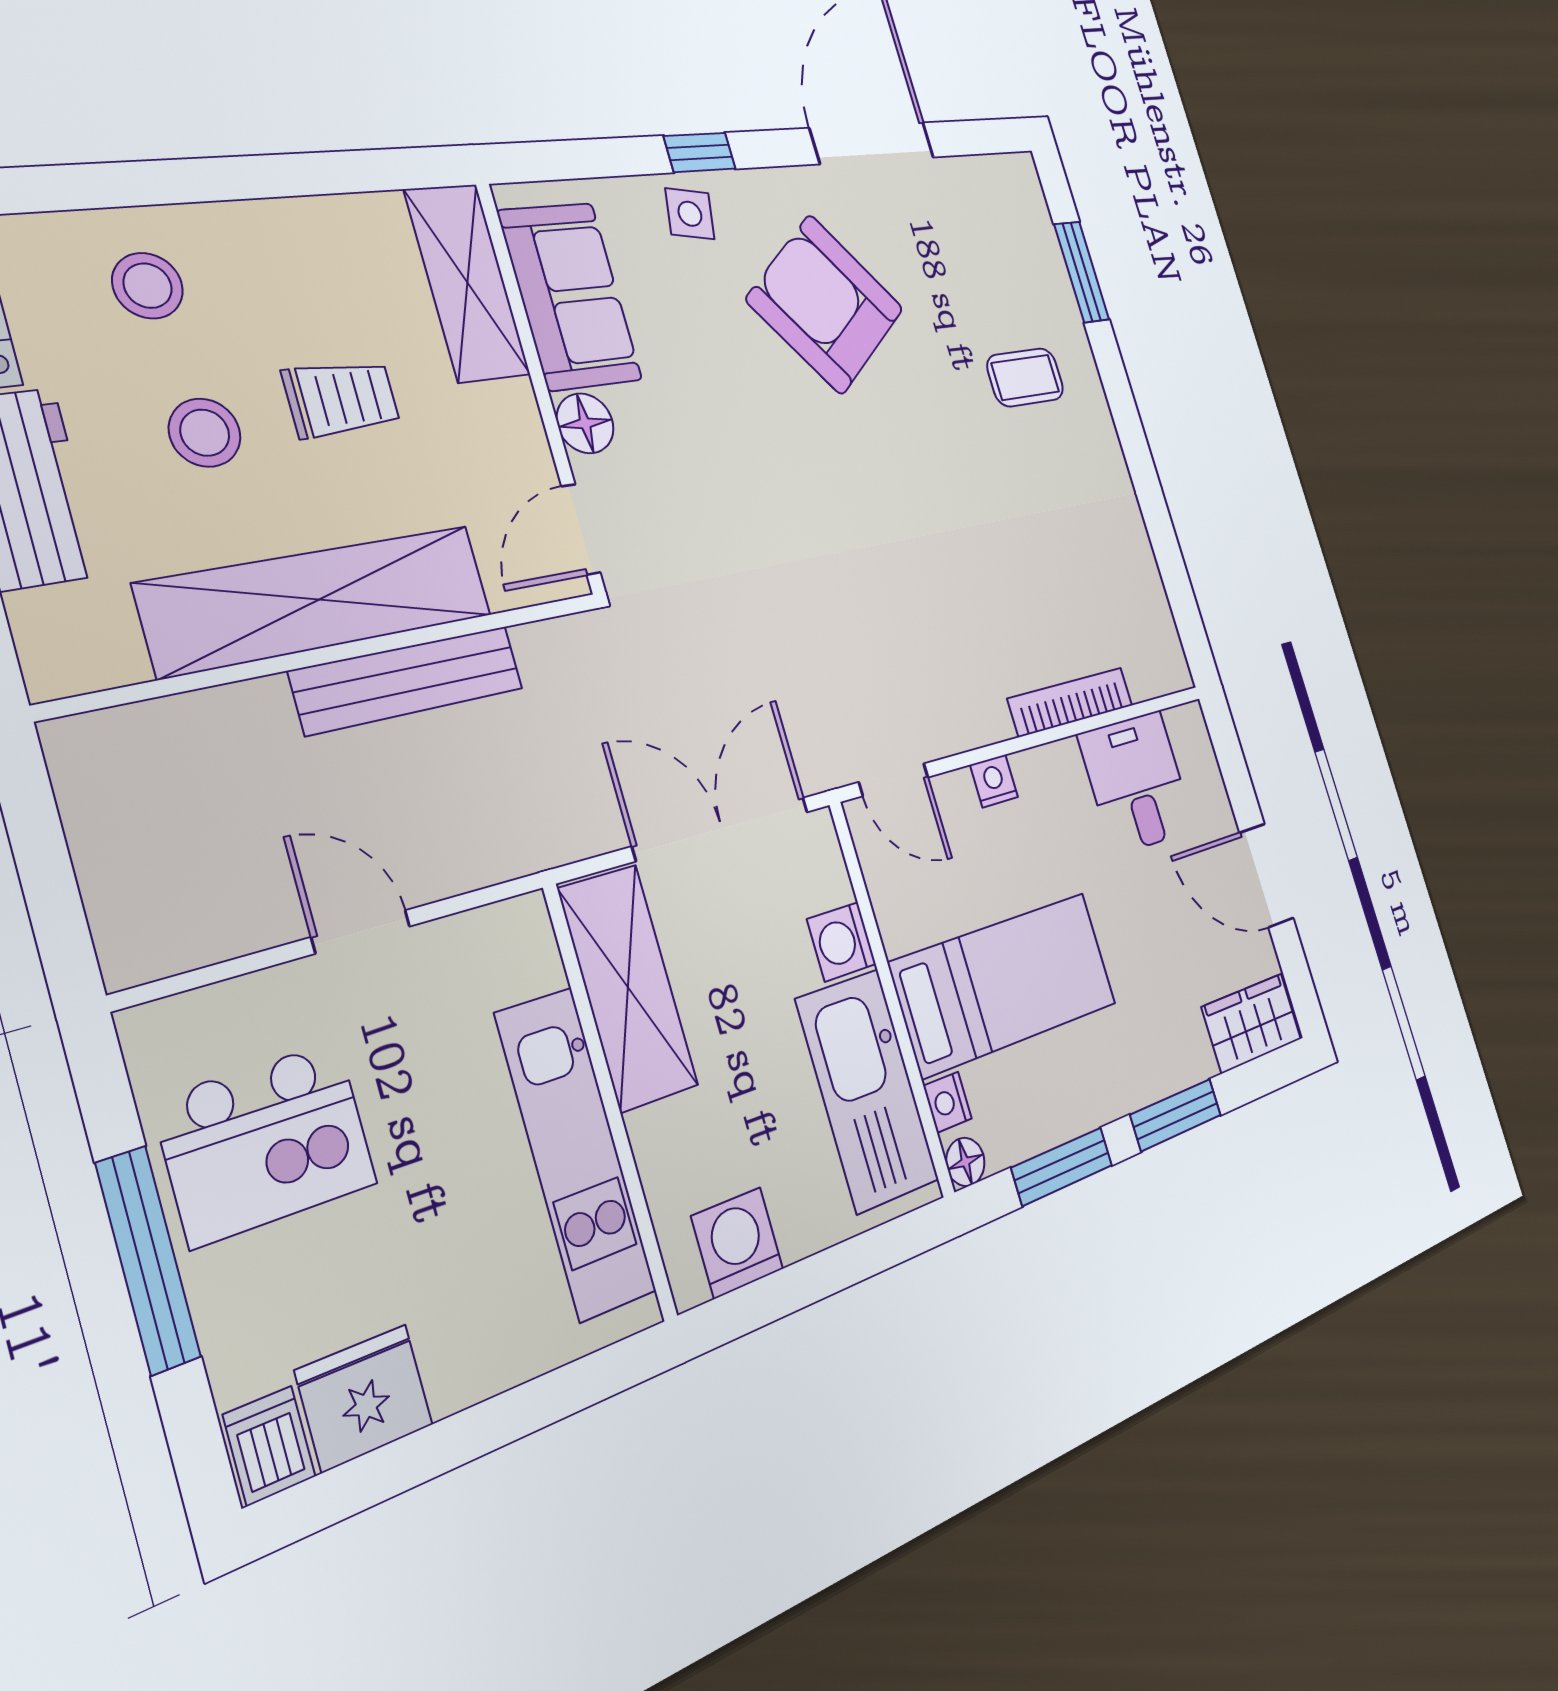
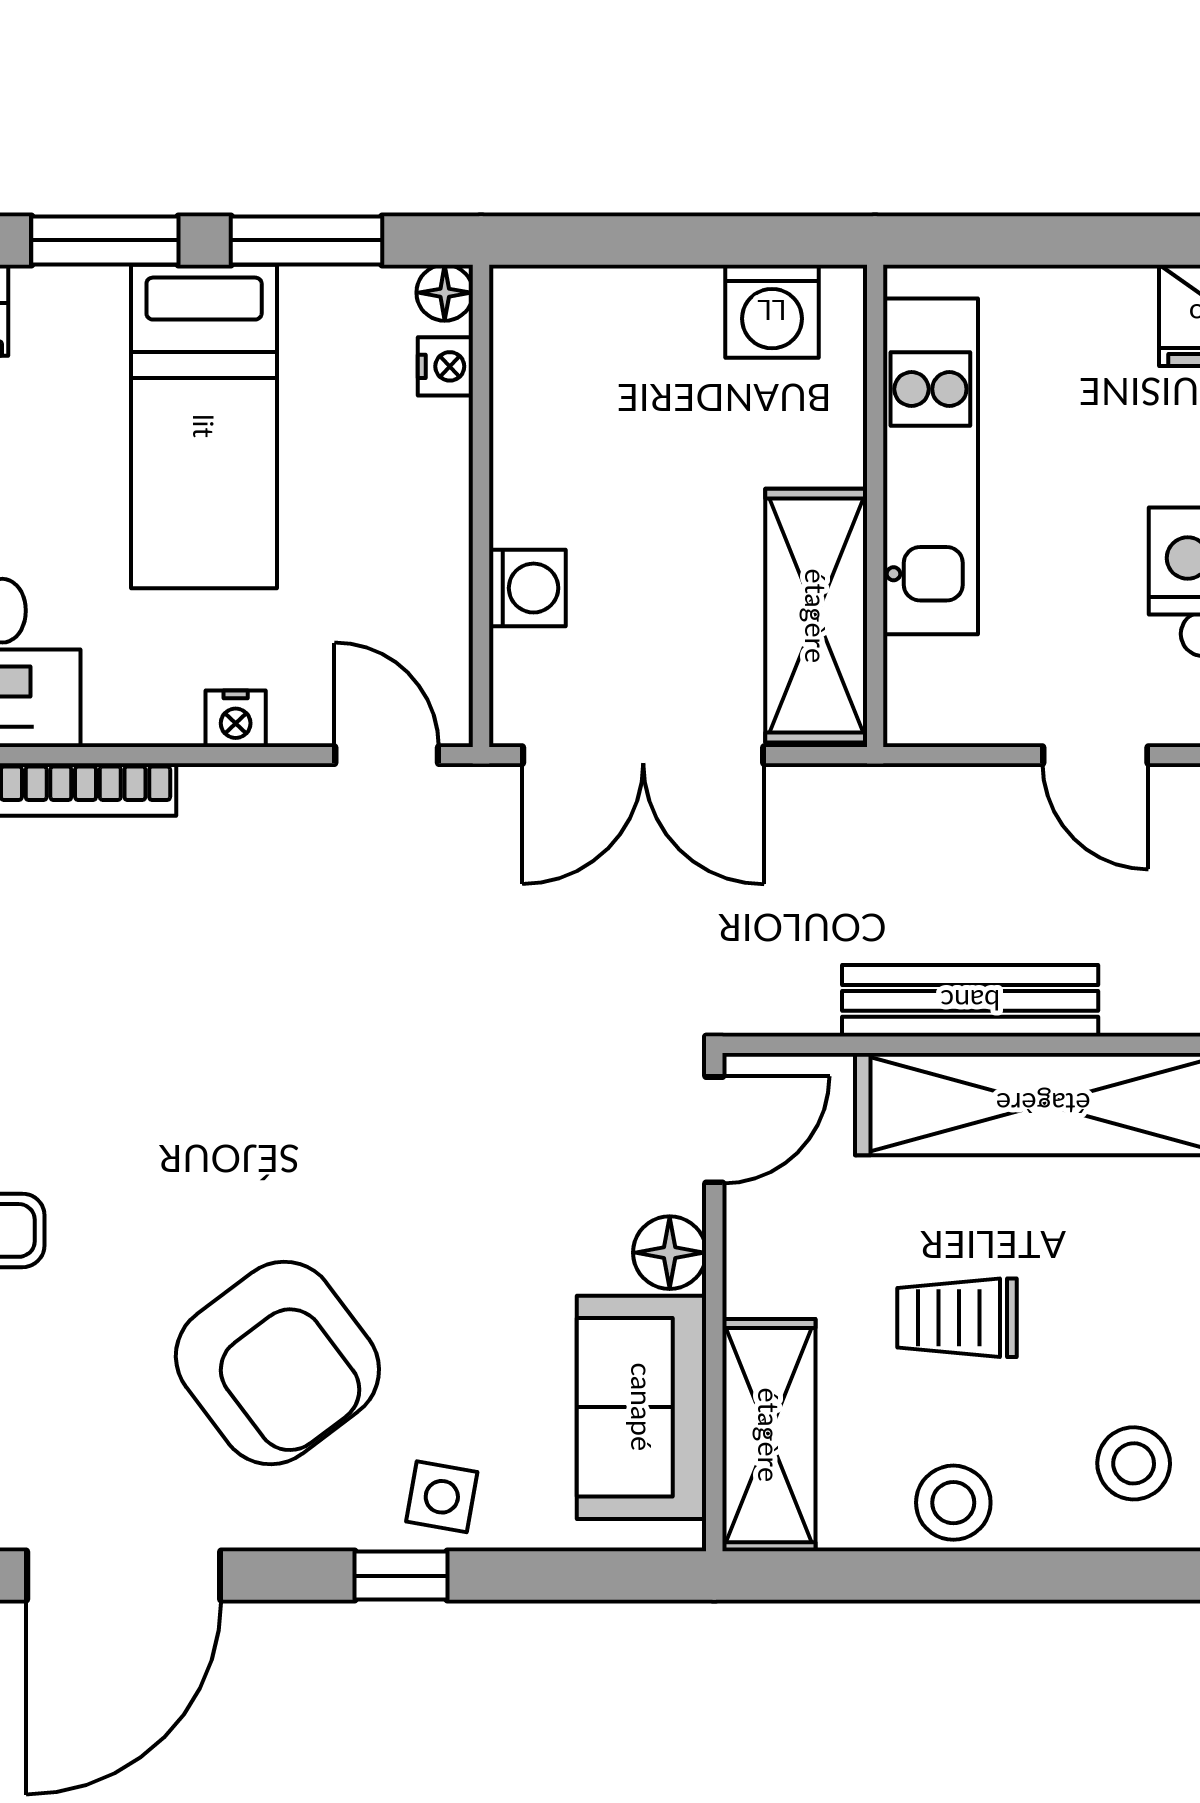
stool: (205, 433) -> (953, 1503), moved
bed: (1005, 983) -> (204, 426), moved, turned -90
kitchen sink: (867, 1090) -> (551, 415), removed

